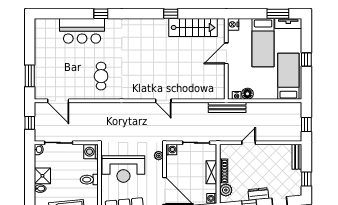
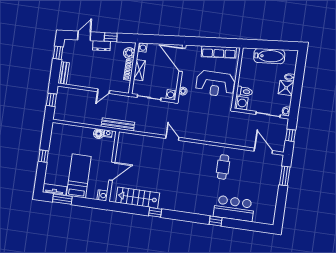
bed: (288, 76) -> (61, 144), removed
reception desk: (123, 169) -> (215, 84), turned 180
toilet: (89, 180) -> (244, 91), moved

